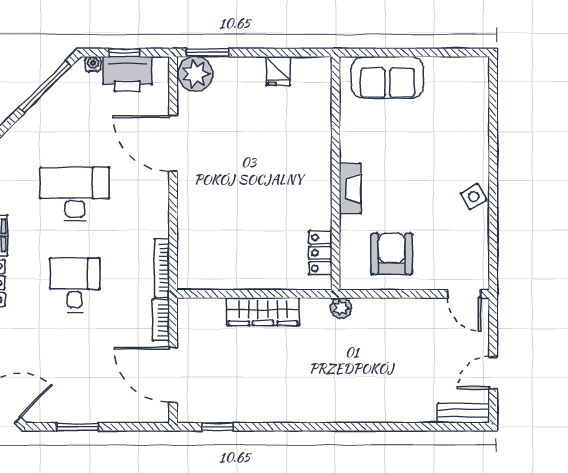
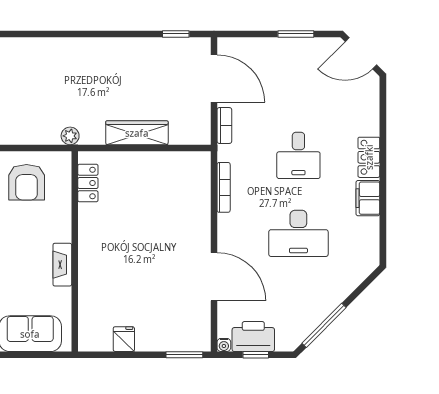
water cooler: (93, 64) -> (224, 345), moved
plant: (195, 74) -> (195, 337), removed
fireplace: (350, 188) -> (62, 265), moved
bookcase: (162, 268) -> (224, 187), moved

